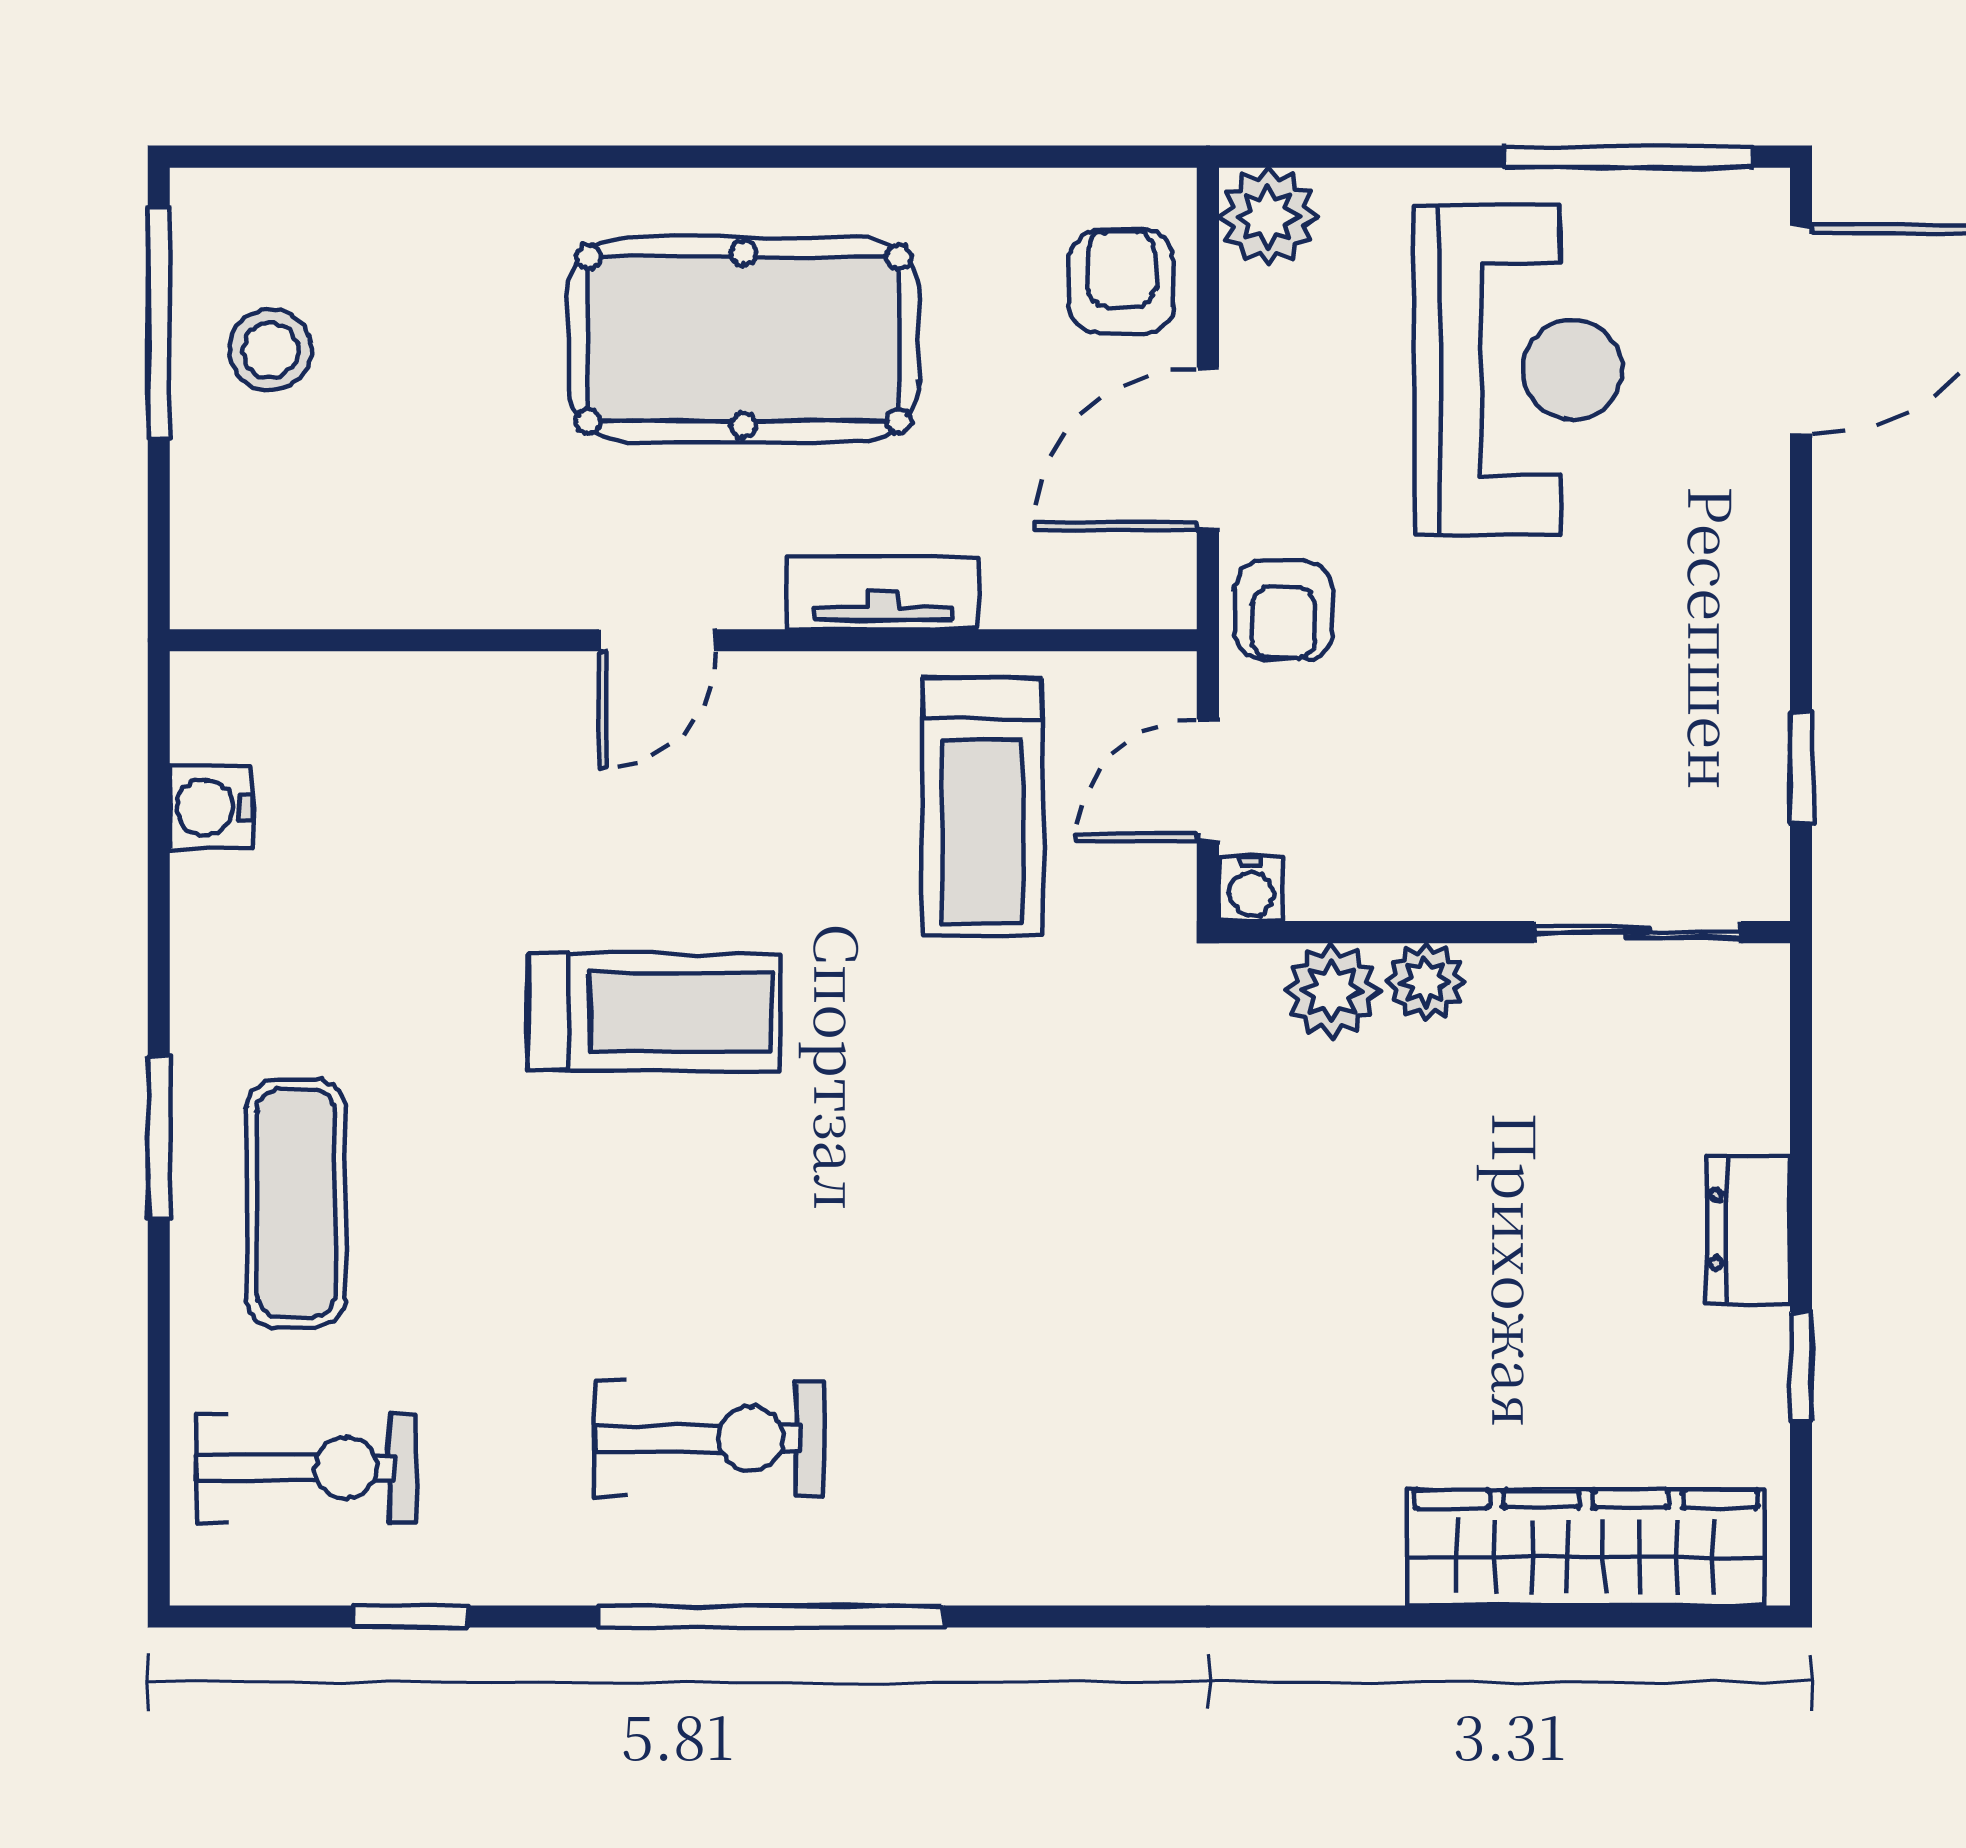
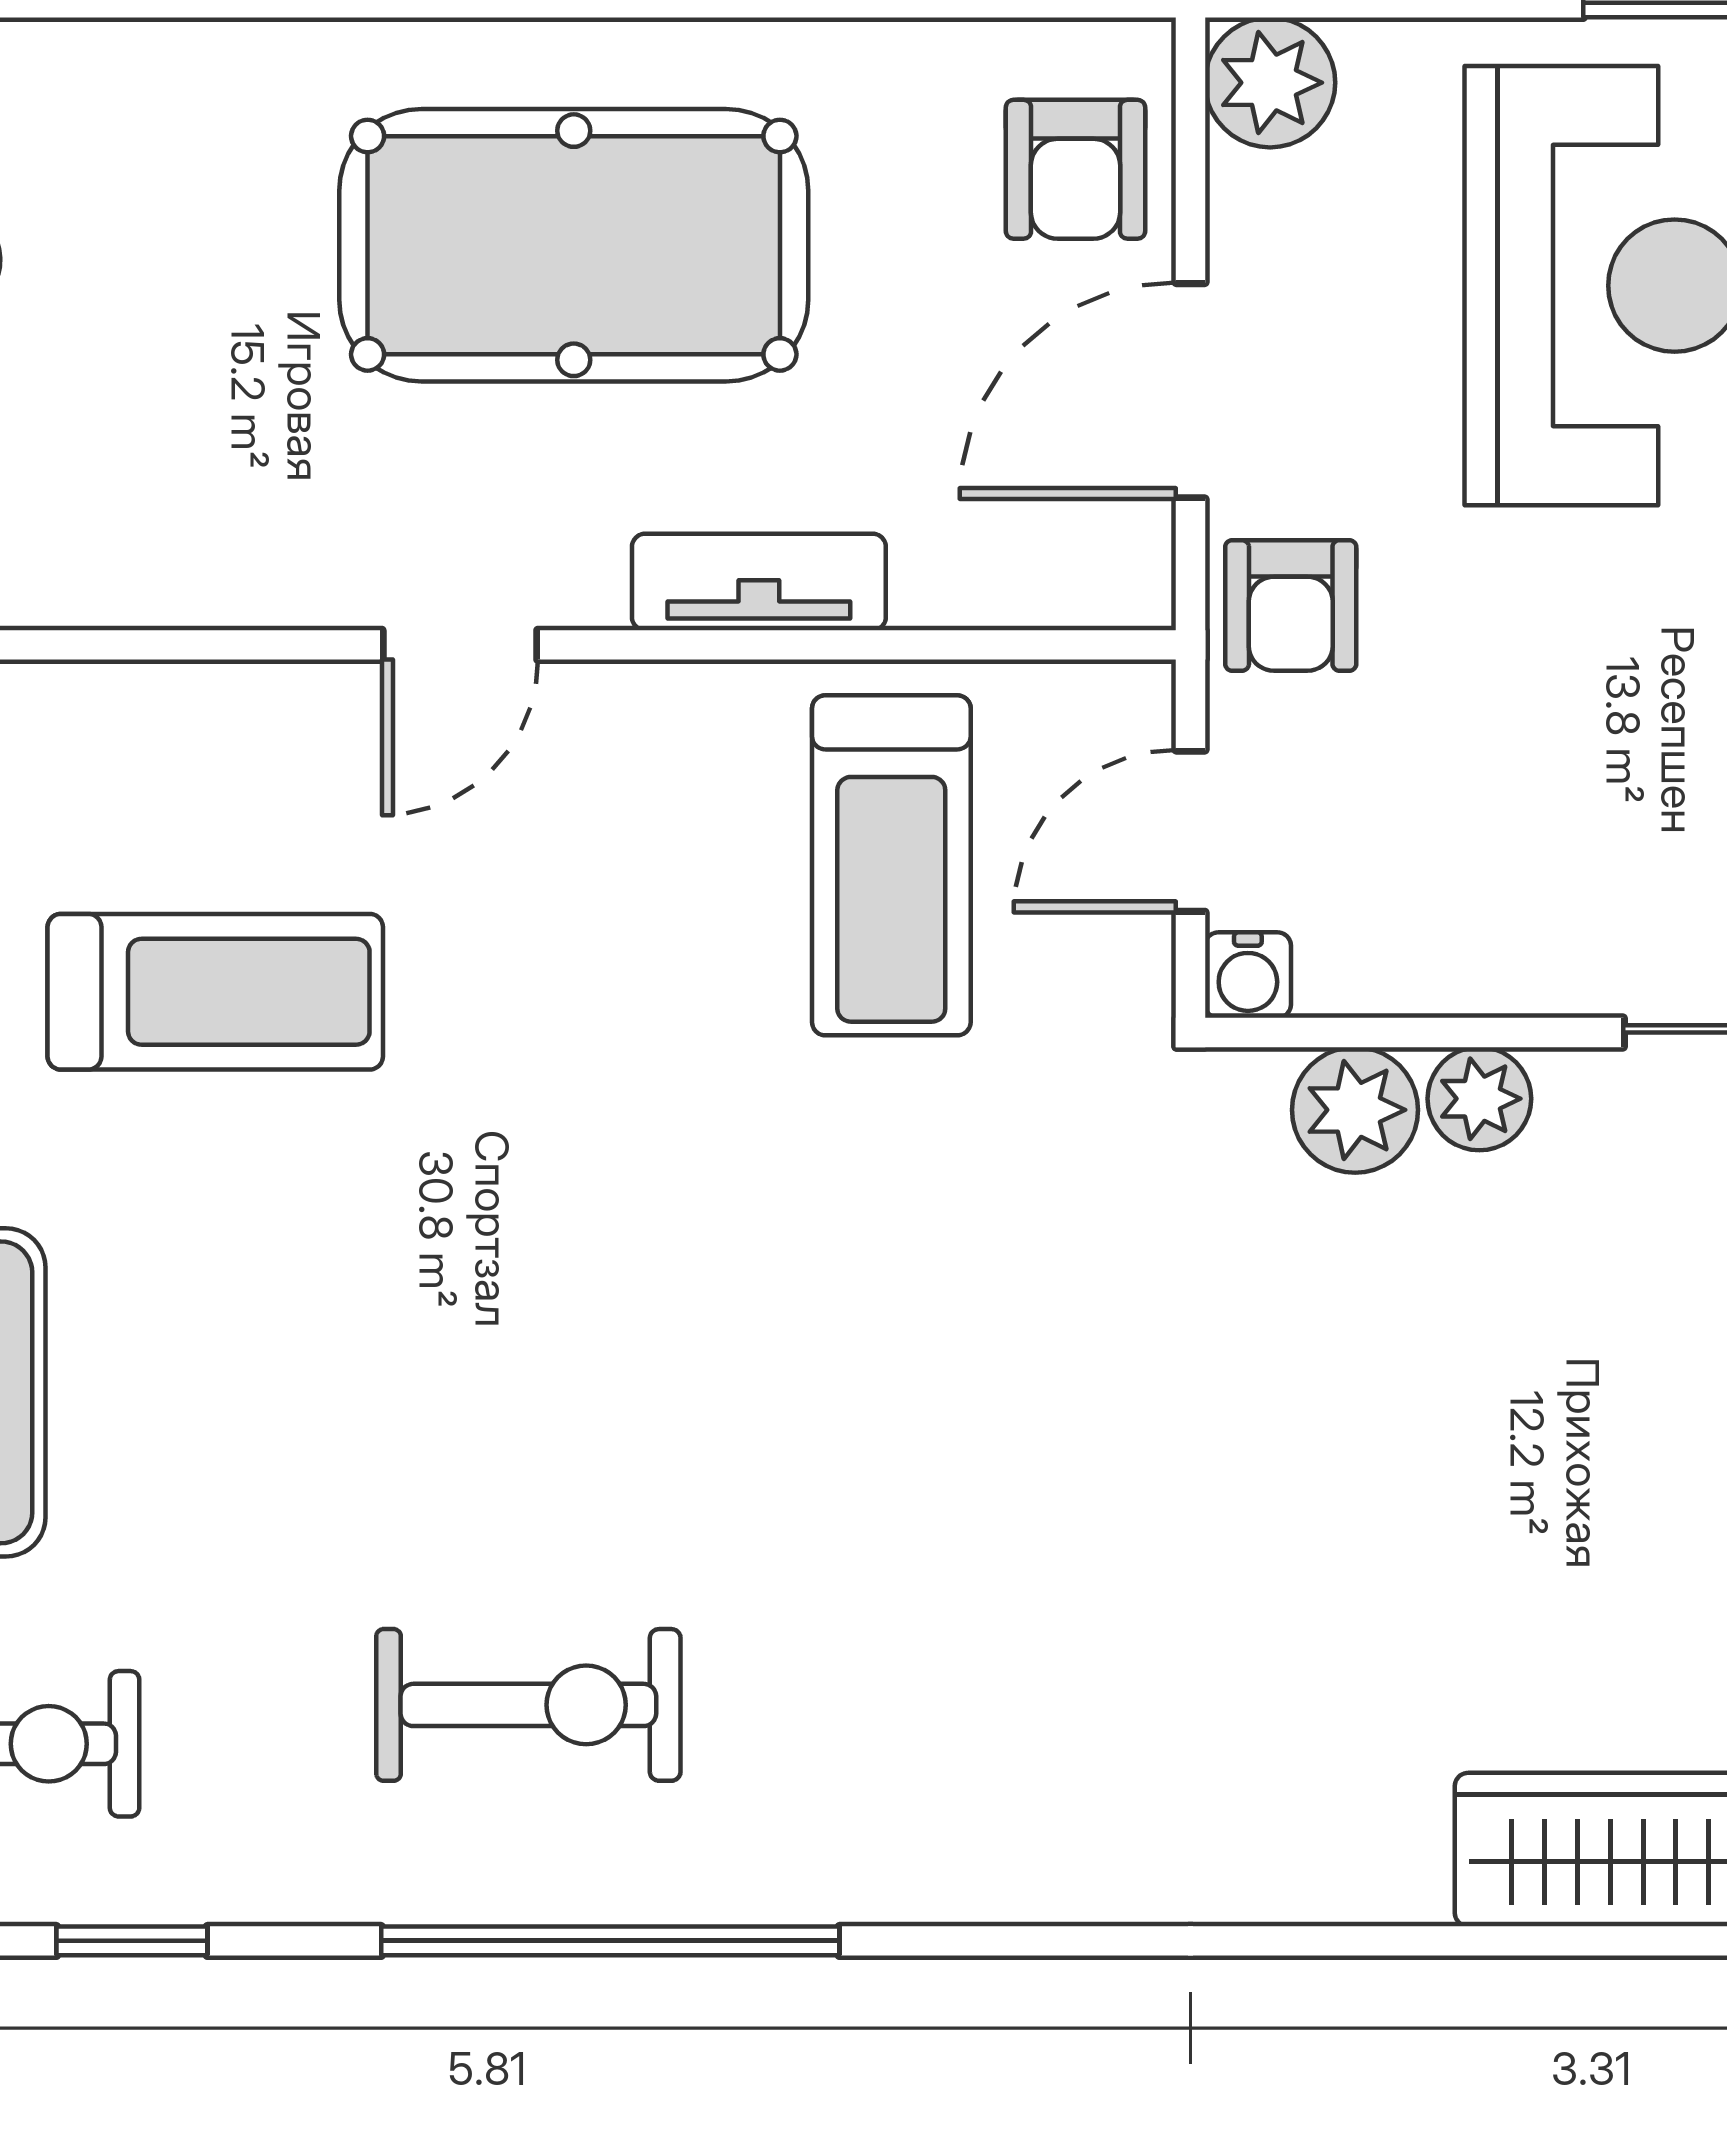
armchair: (1121, 282) -> (1075, 169), turned 180
treadmill: (654, 1012) -> (215, 992), moved

